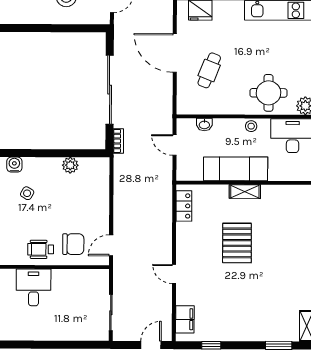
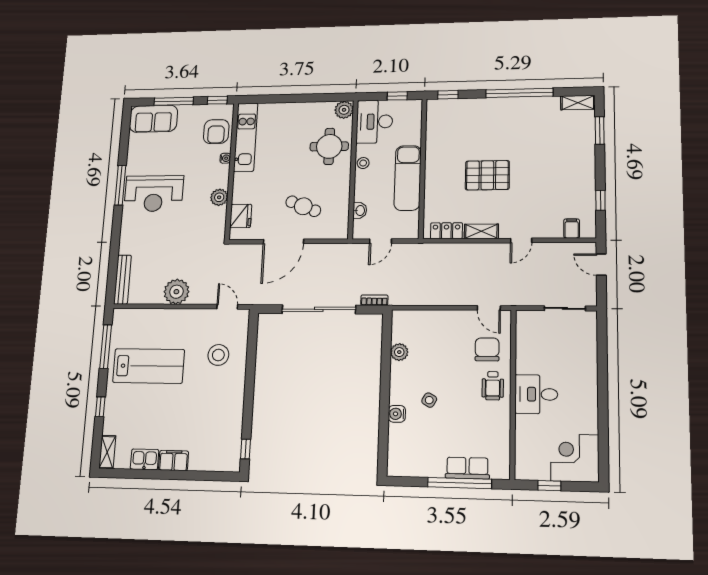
shelving: (245, 192) -> (481, 231), moved, turned 90
filing cabinet: (185, 319) -> (572, 229), width x0.50

